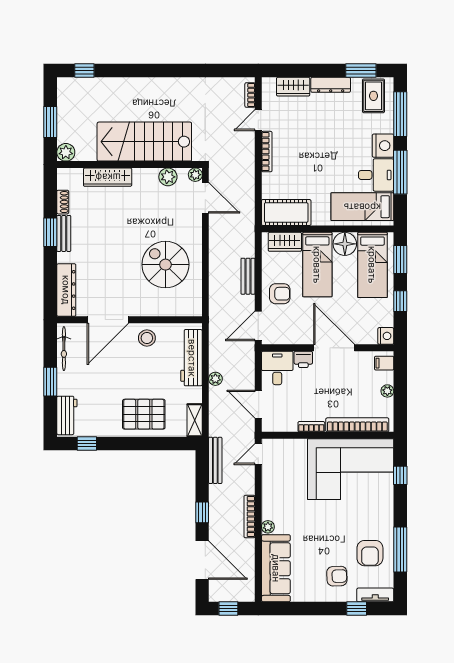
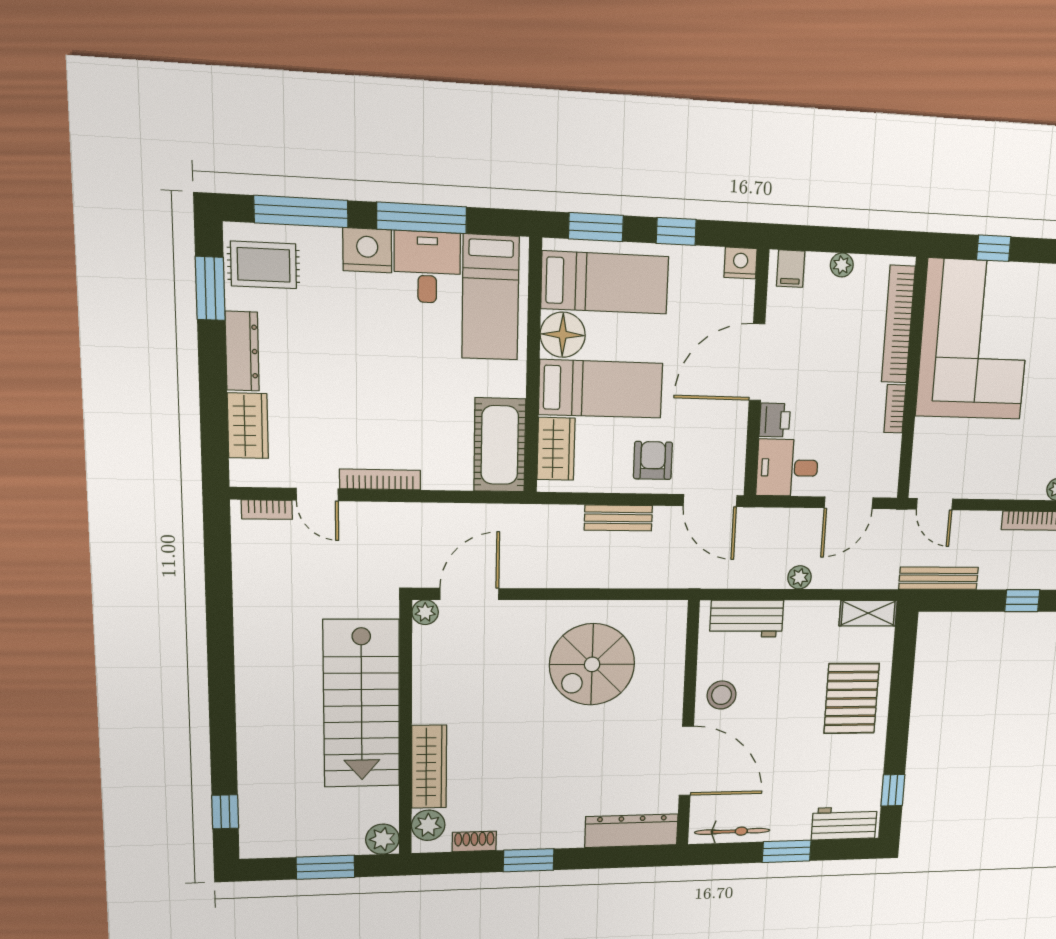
plant: (168, 177) -> (428, 825), moved
bench: (64, 233) -> (531, 838), removed
workbench: (192, 358) -> (747, 619), width x0.73

